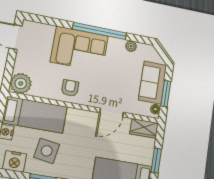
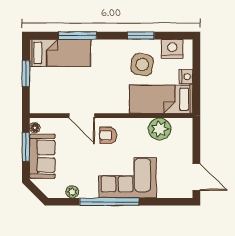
plant: (21, 83) -> (160, 129), moved
armchair: (70, 88) -> (108, 135), moved, turned 90
door: (112, 113) -> (82, 116), swing flipped
wardrobe: (144, 128) -> (44, 105), removed

